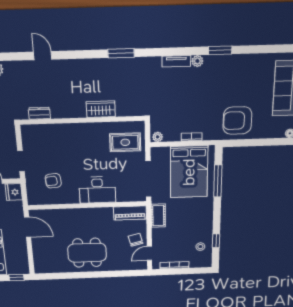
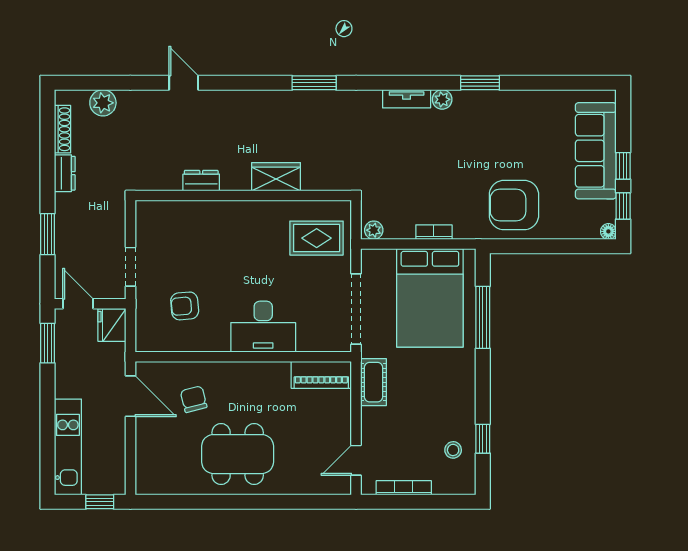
dresser: (39, 113) -> (201, 181), moved
chair: (135, 240) -> (194, 399), moved

